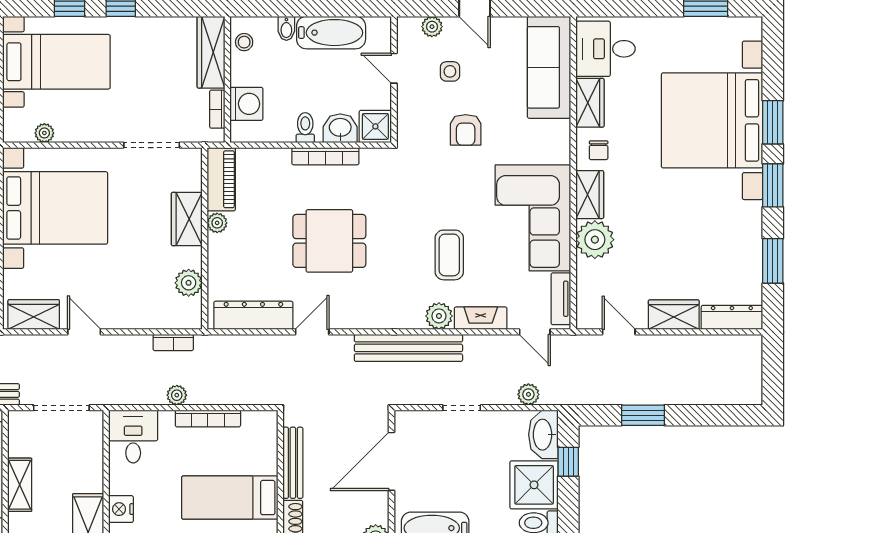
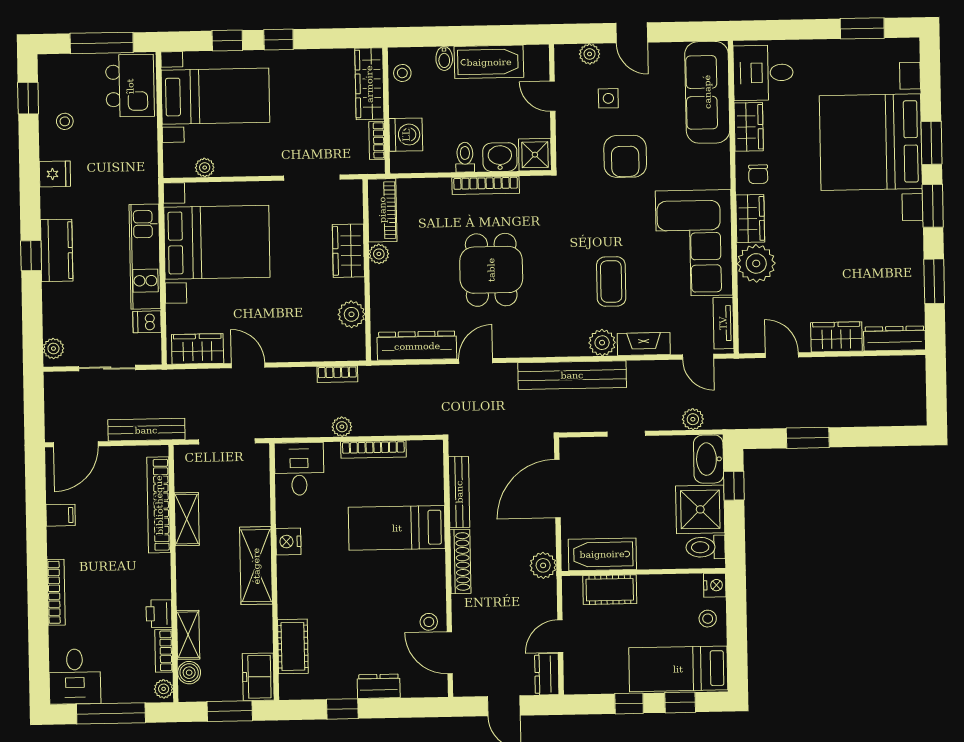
armchair: (466, 130) -> (625, 156), width x1.38, depth x1.38
dining table: (329, 241) -> (491, 270), turned 90

